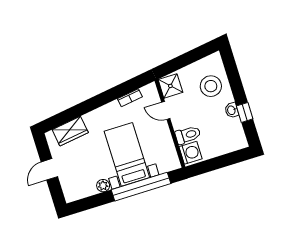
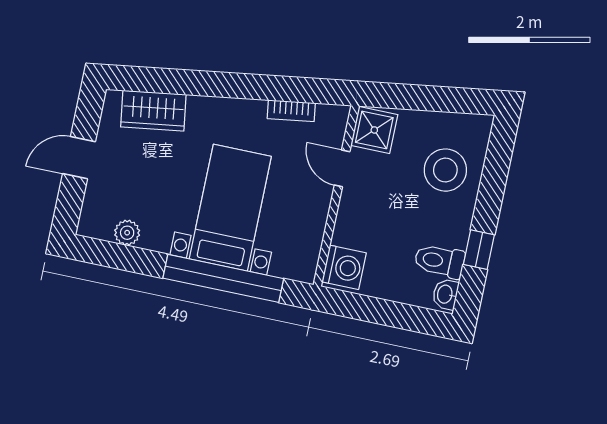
washbasin: (232, 110) -> (445, 294), moved
toilet: (188, 135) -> (439, 261), moved, turned 180
plant: (103, 186) -> (127, 233), moved

